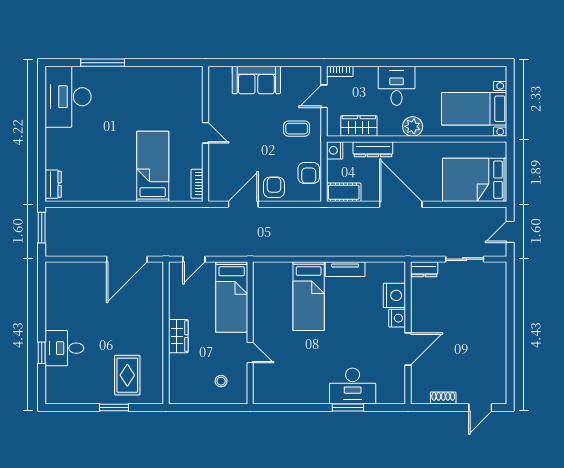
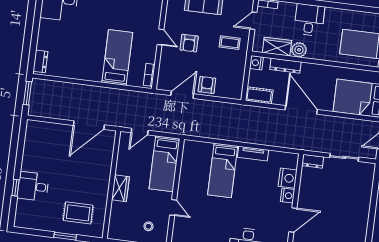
plant: (413, 126) -> (299, 50), moved
armchair: (309, 173) -> (189, 43), moved
rug: (127, 375) -> (78, 213), turned 90

